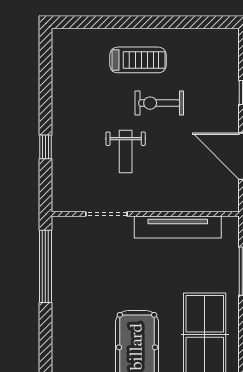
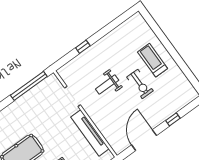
treadmill: (138, 60) -> (153, 60), turned 180
exercise bike: (159, 103) -> (140, 84), turned 180

